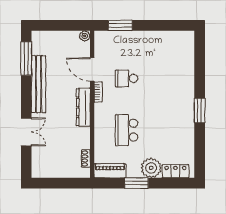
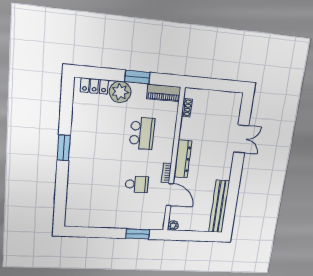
window: (26, 58) -> (230, 208), removed
bench: (39, 84) -> (219, 207), moved
double door: (26, 132) -> (241, 139), swing flipped

